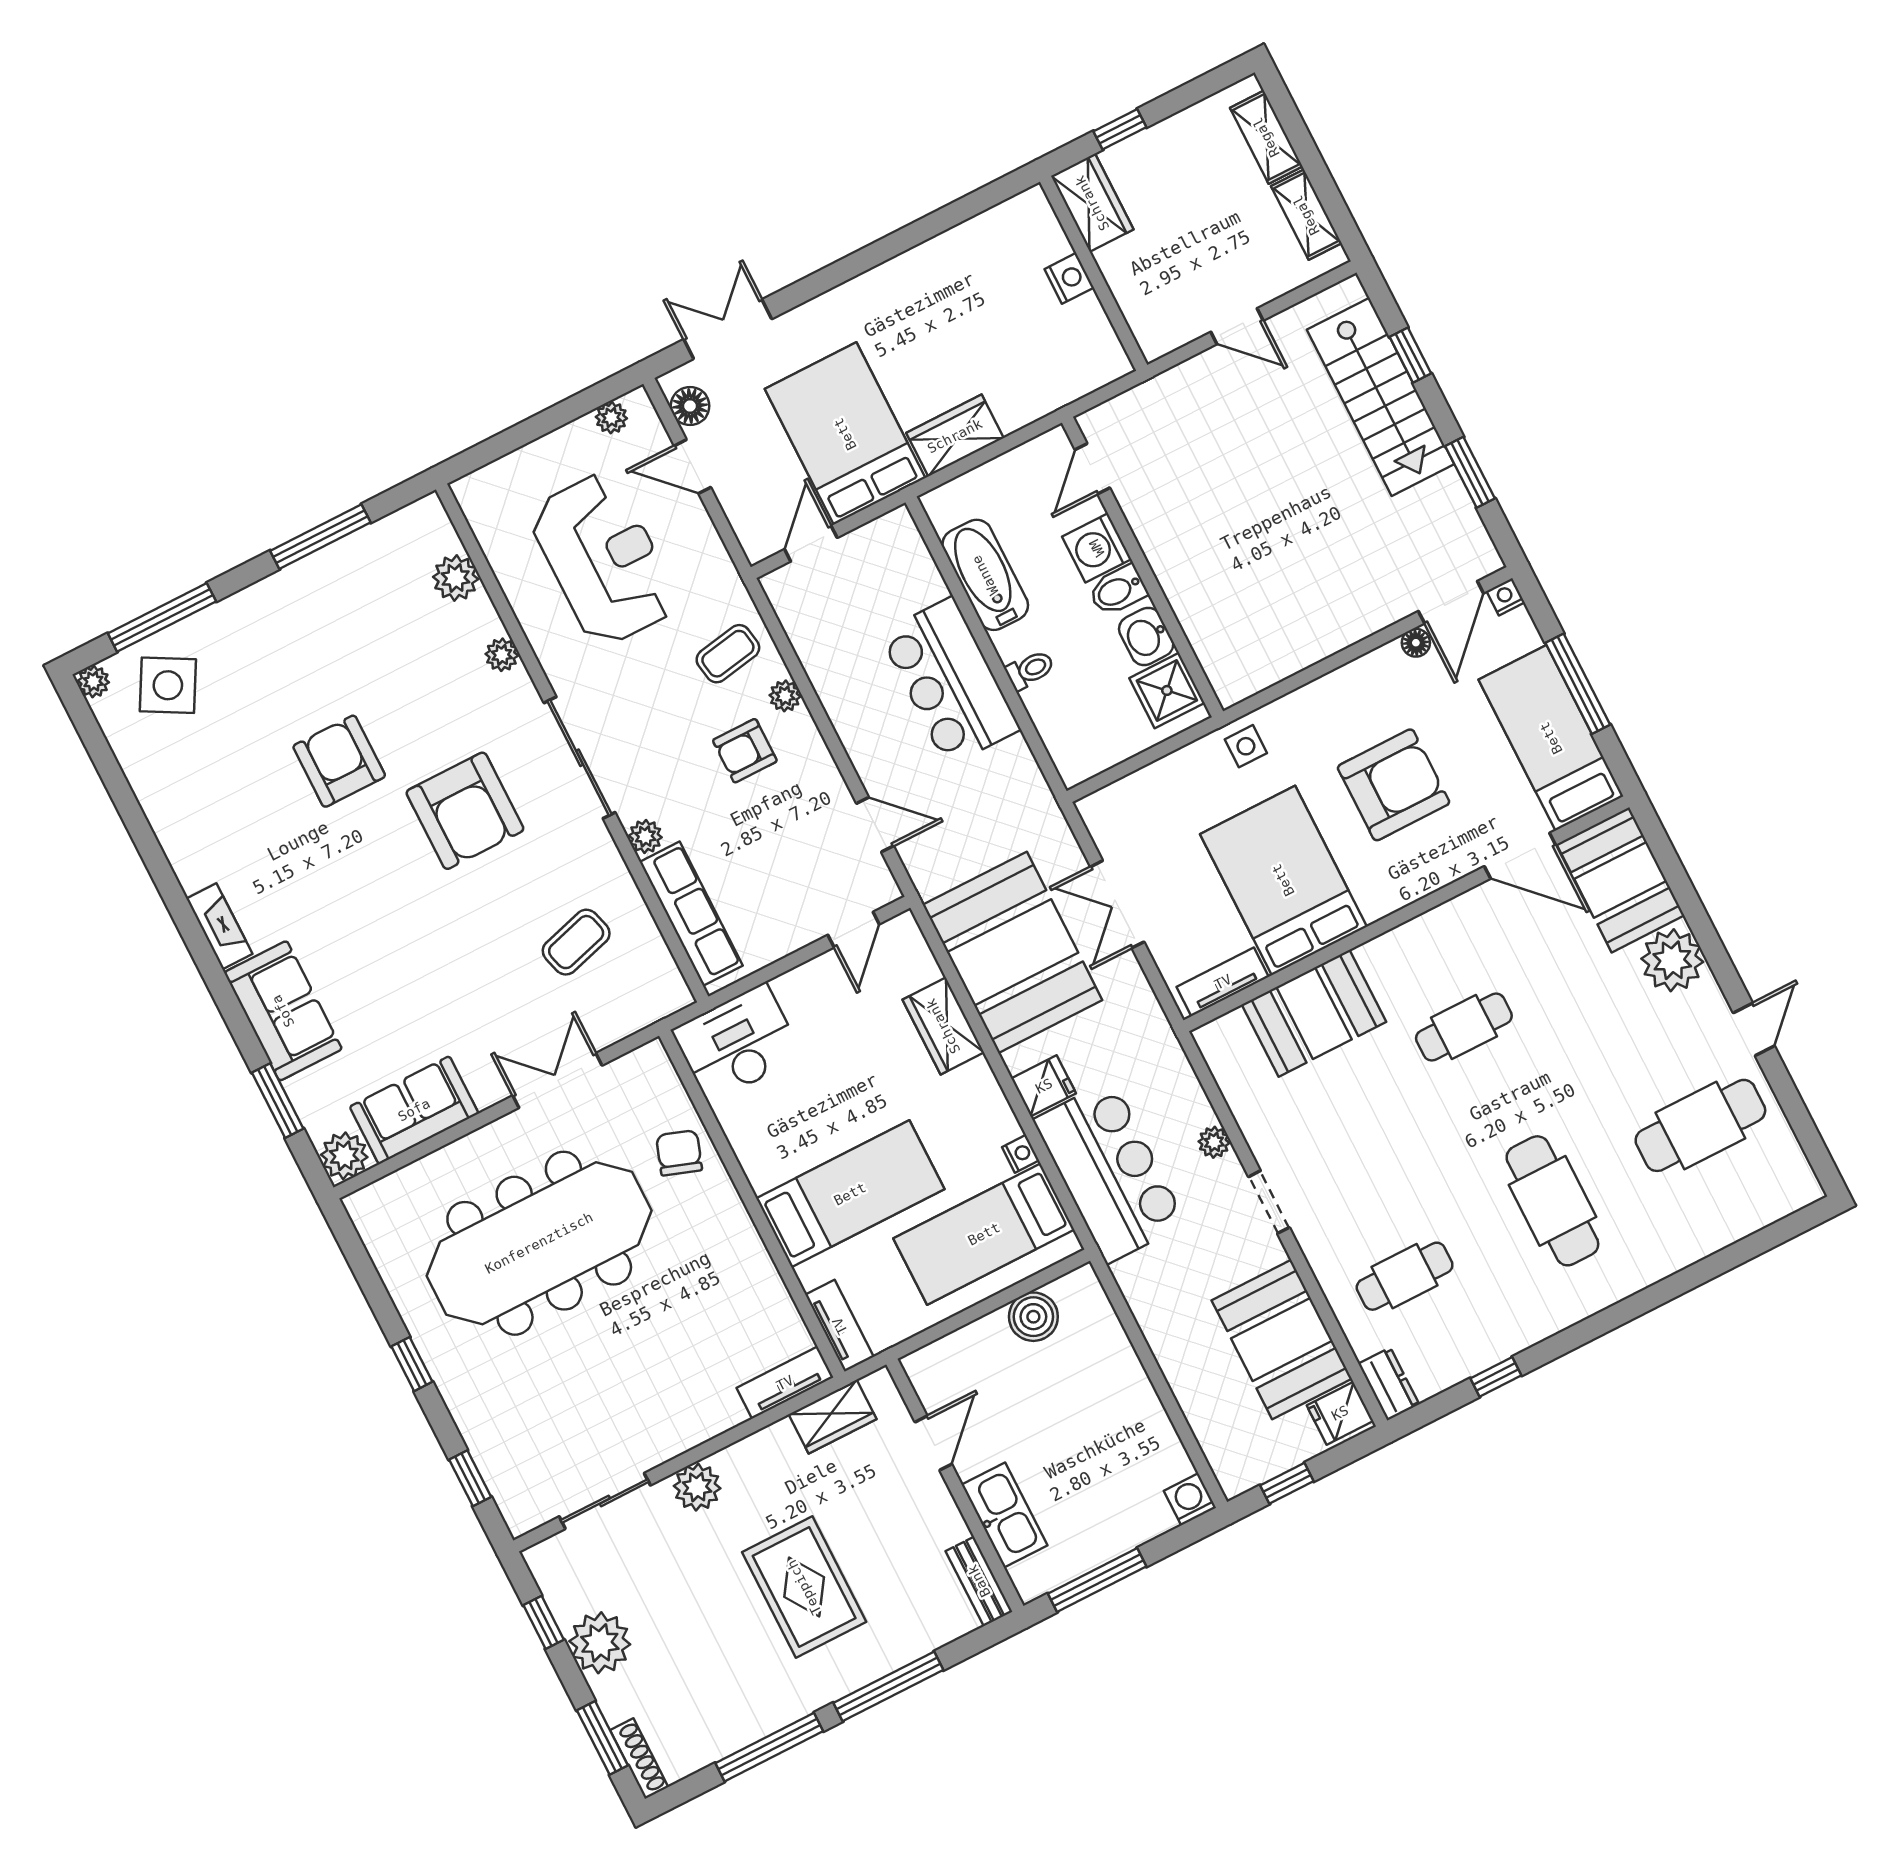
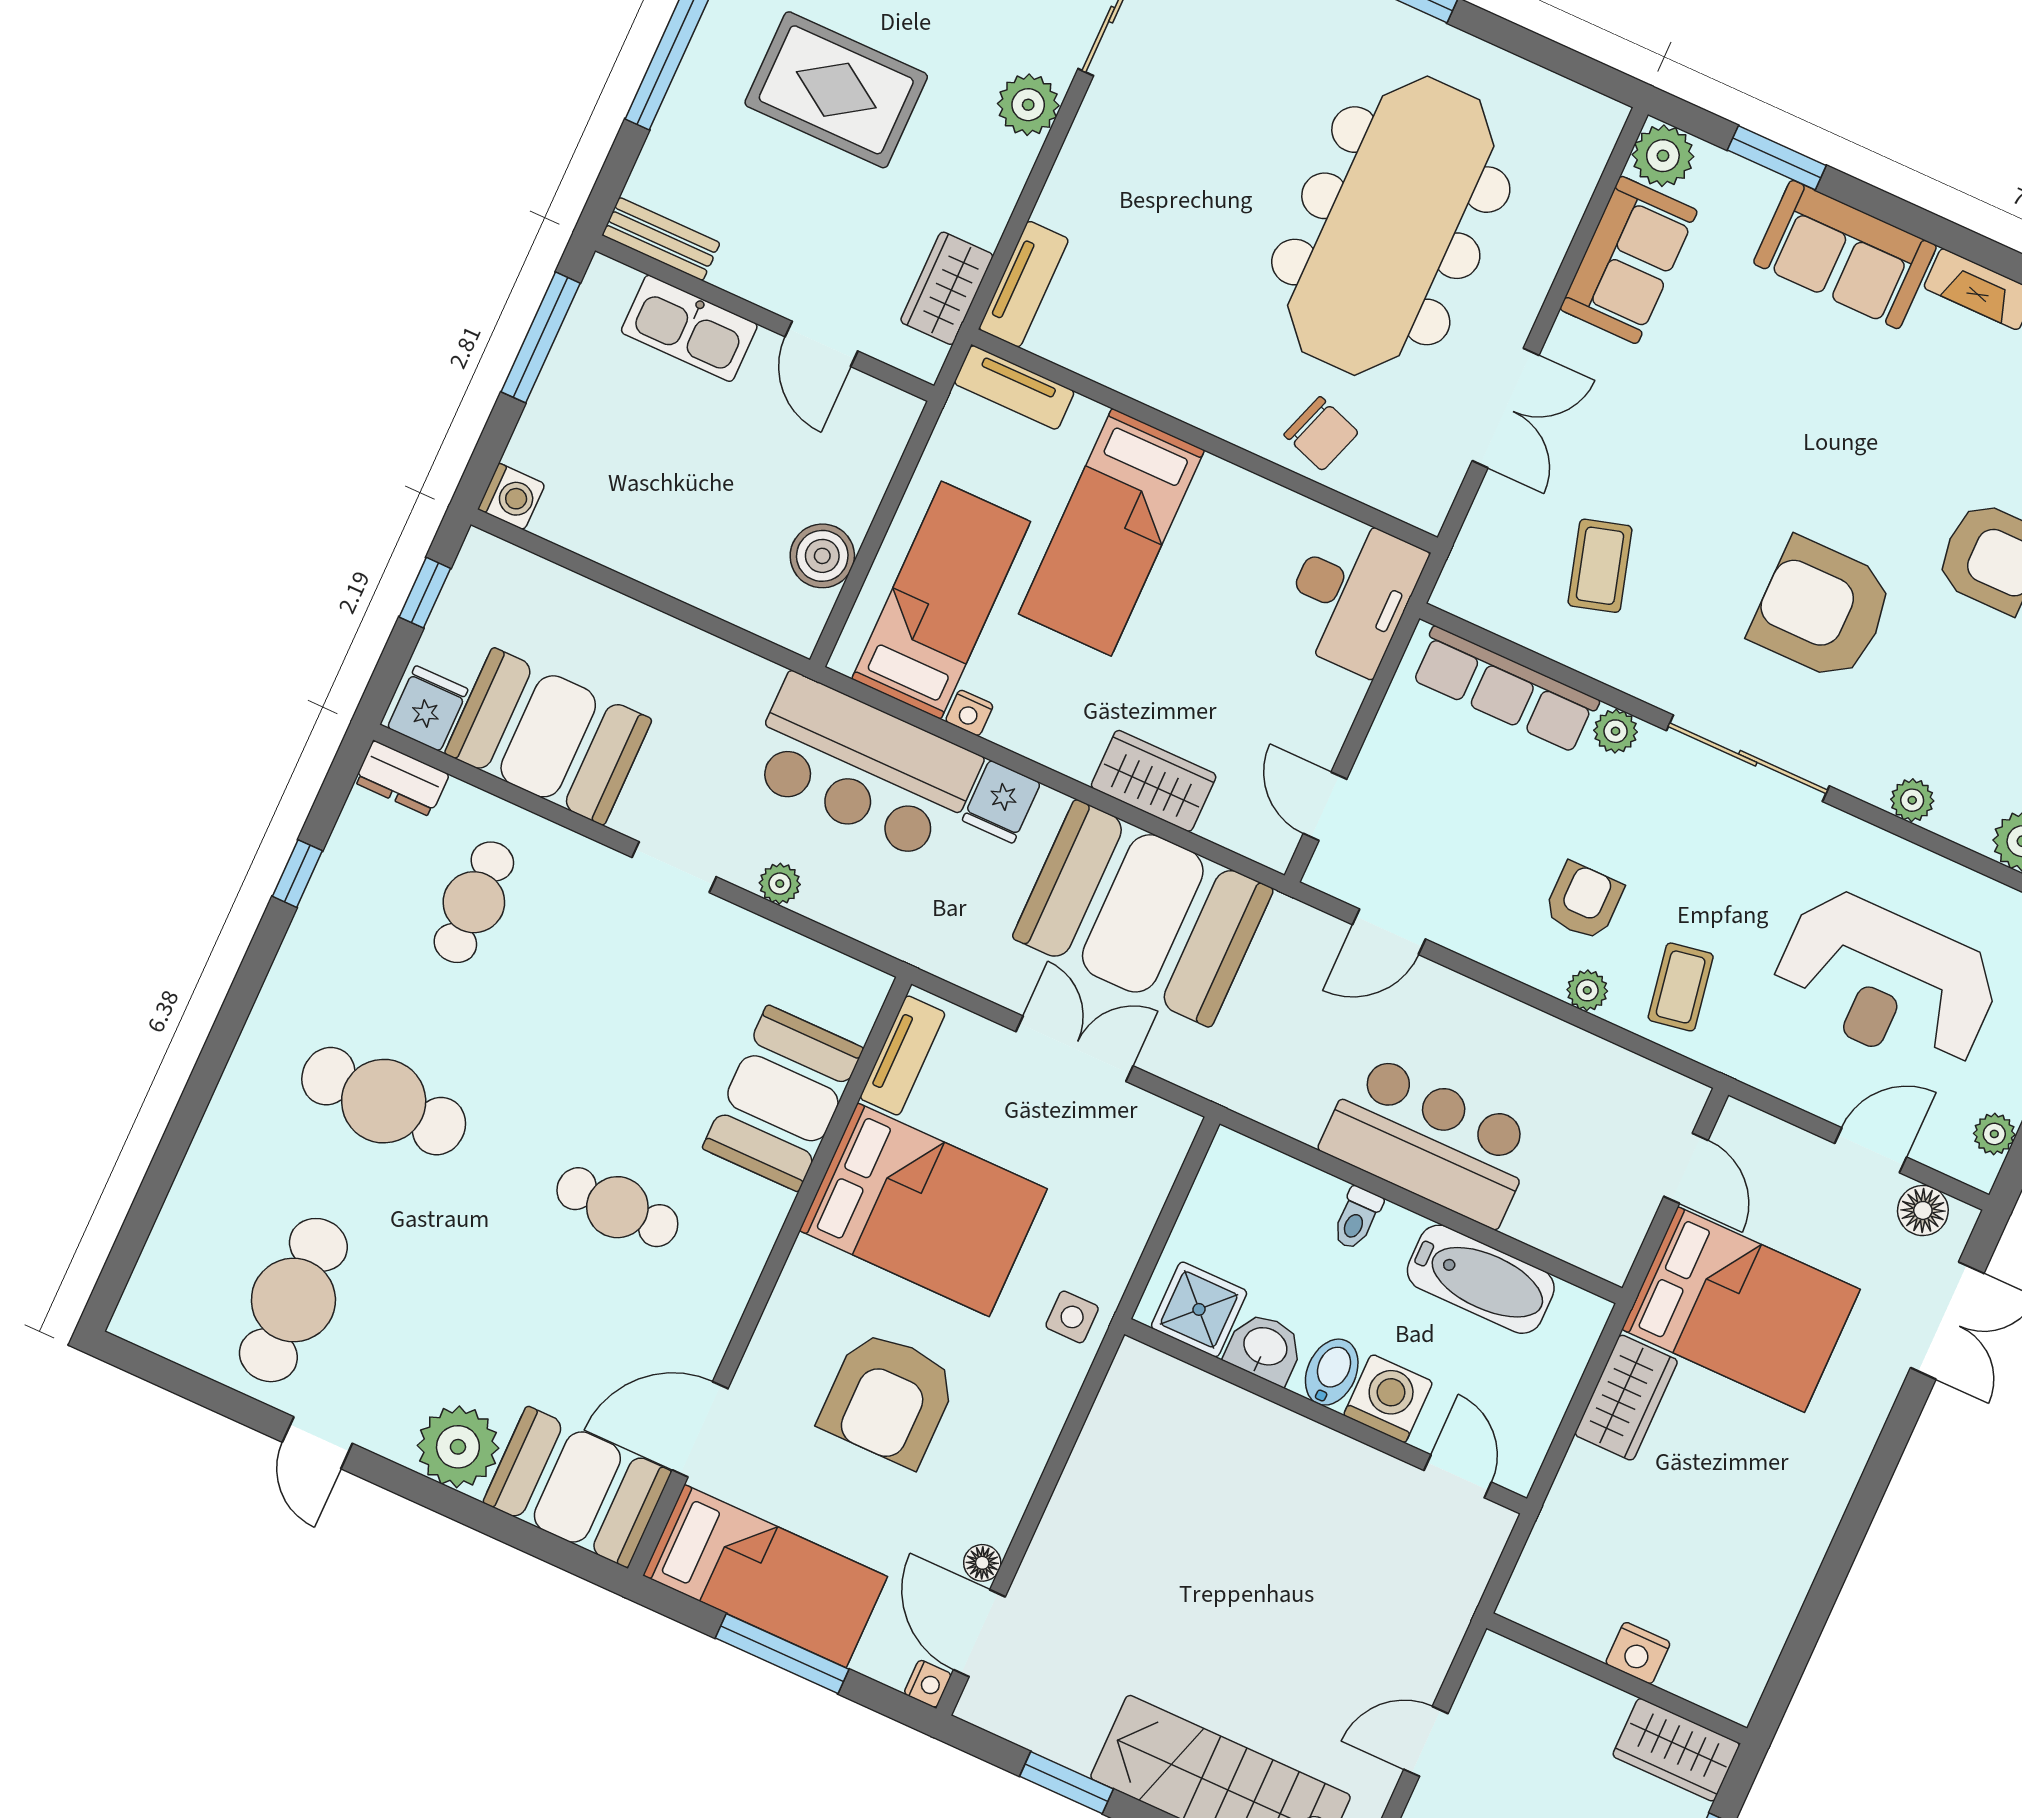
cafe table: (1464, 1027) -> (617, 1207), turned 90

